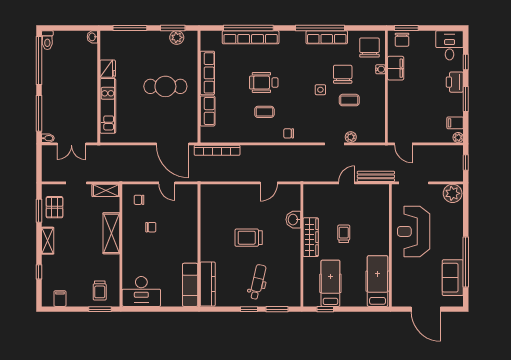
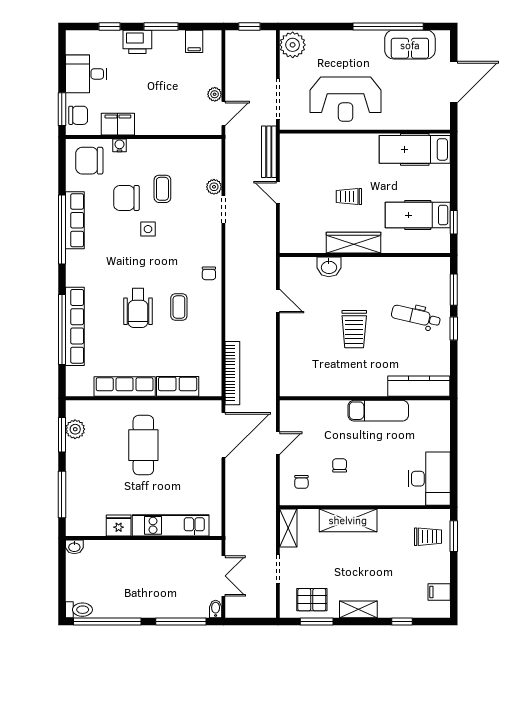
desk: (450, 45) -> (86, 74), moved
plant: (458, 137) -> (215, 94), moved
exam couch: (190, 285) -> (378, 411), moved

